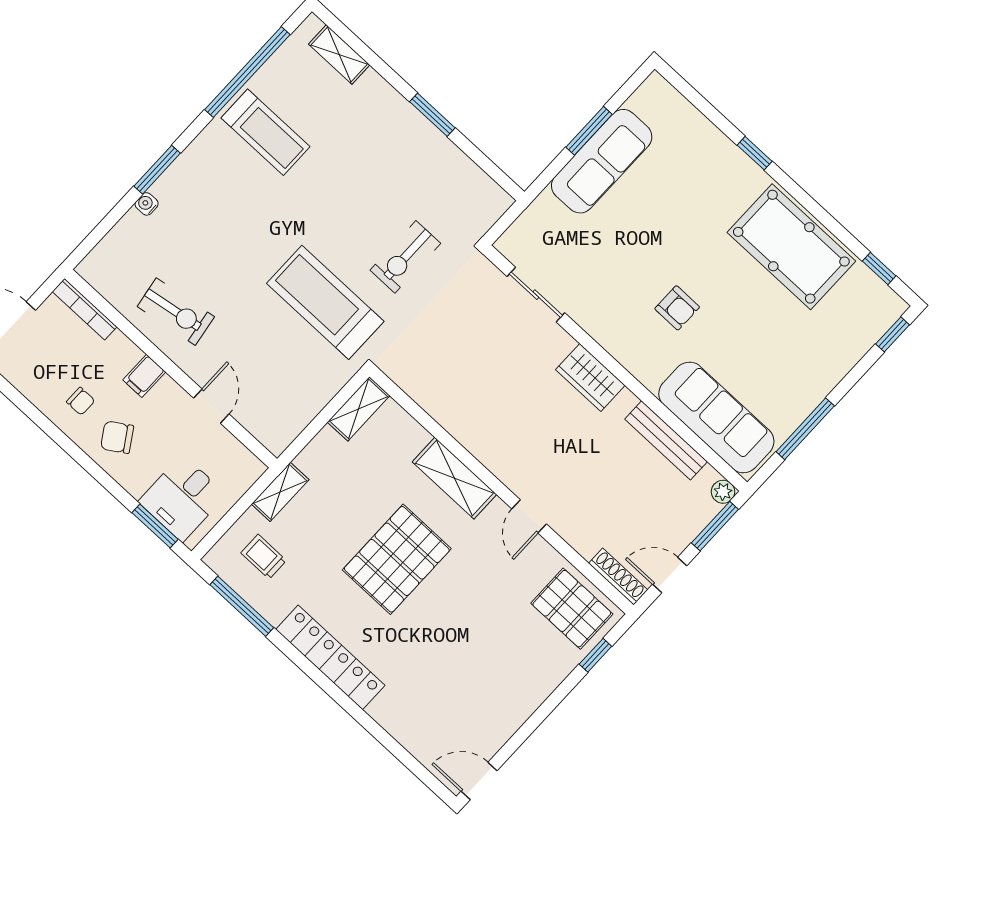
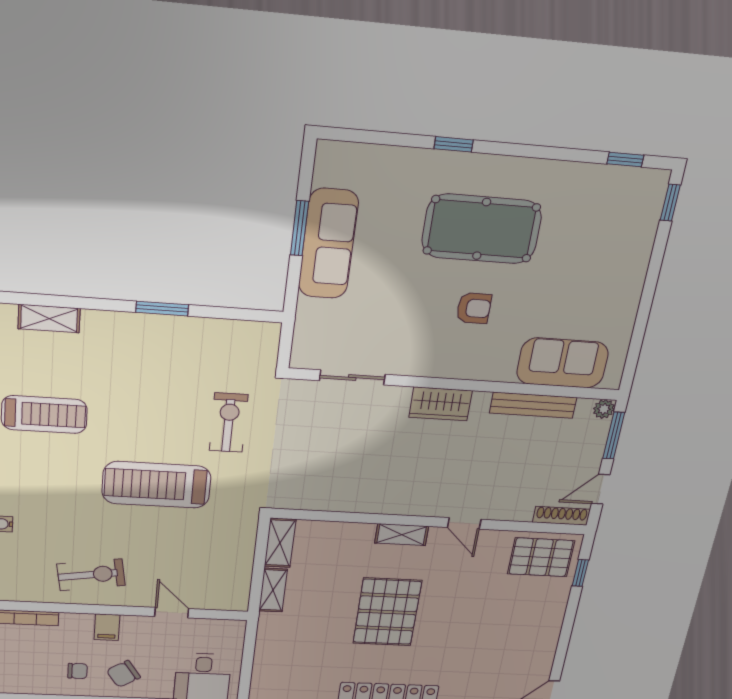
pool table: (791, 247) -> (482, 229), moved
exercise bike: (405, 257) -> (229, 423), turned 180
treadmill: (325, 302) -> (157, 485), moved
sofa: (716, 417) -> (562, 363), width x0.73
window: (805, 429) -> (641, 322), removed
shelving: (454, 478) -> (402, 535), width x0.67, depth x0.75
shelving: (280, 492) -> (273, 590), moved
trolley: (264, 557) -> (291, 672), removed

